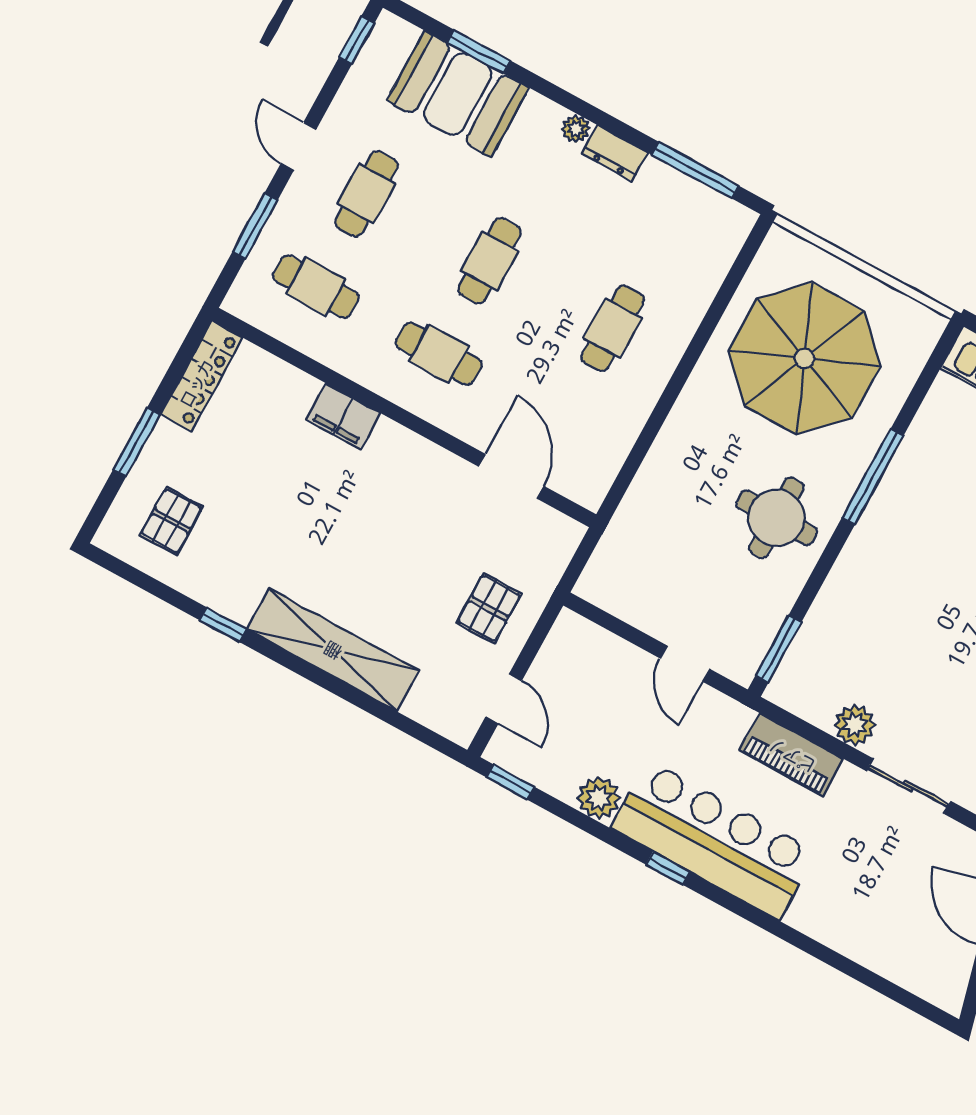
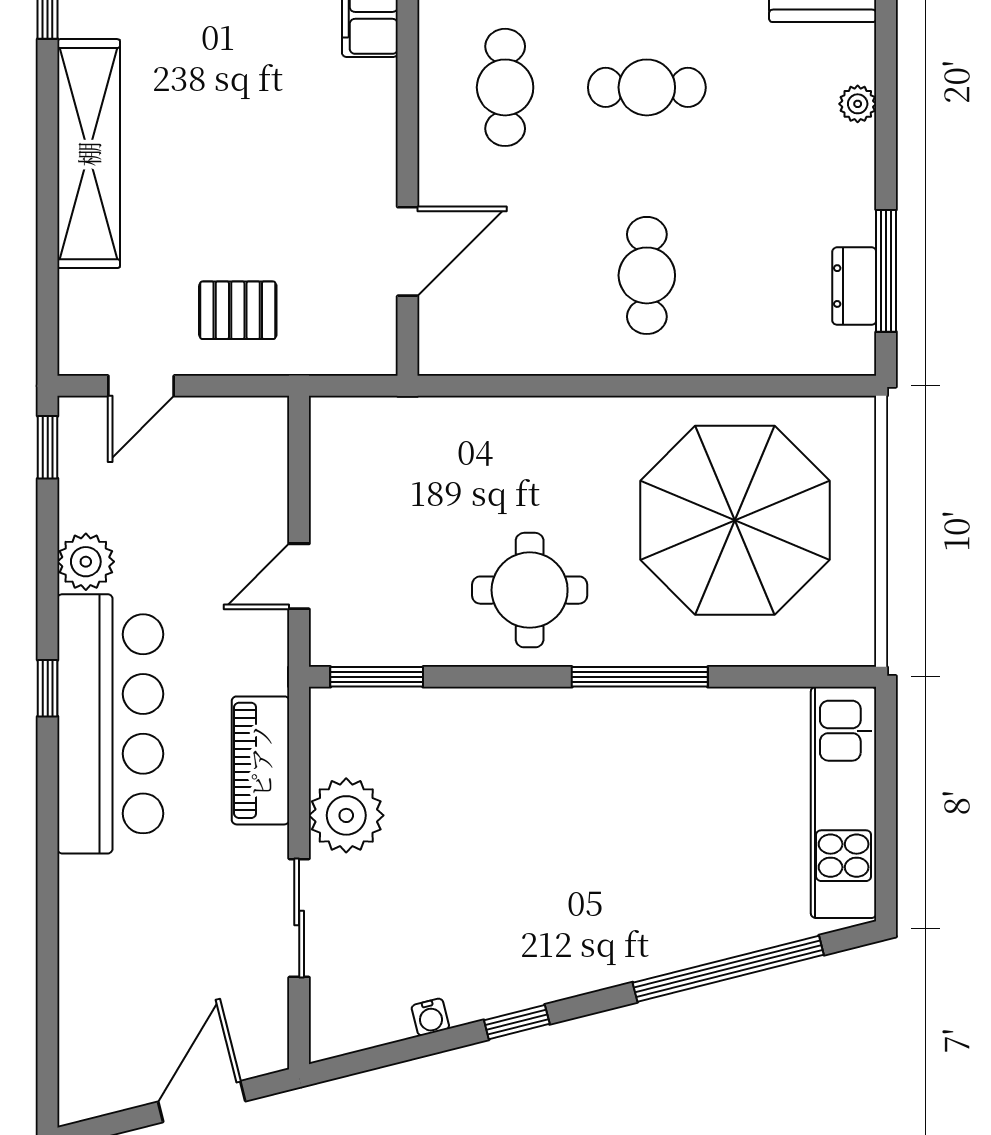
dresser: (615, 153) -> (854, 286), moved
cafe table: (613, 328) -> (647, 275), turned 90
plant: (855, 725) -> (346, 815), width x1.36, depth x1.36

